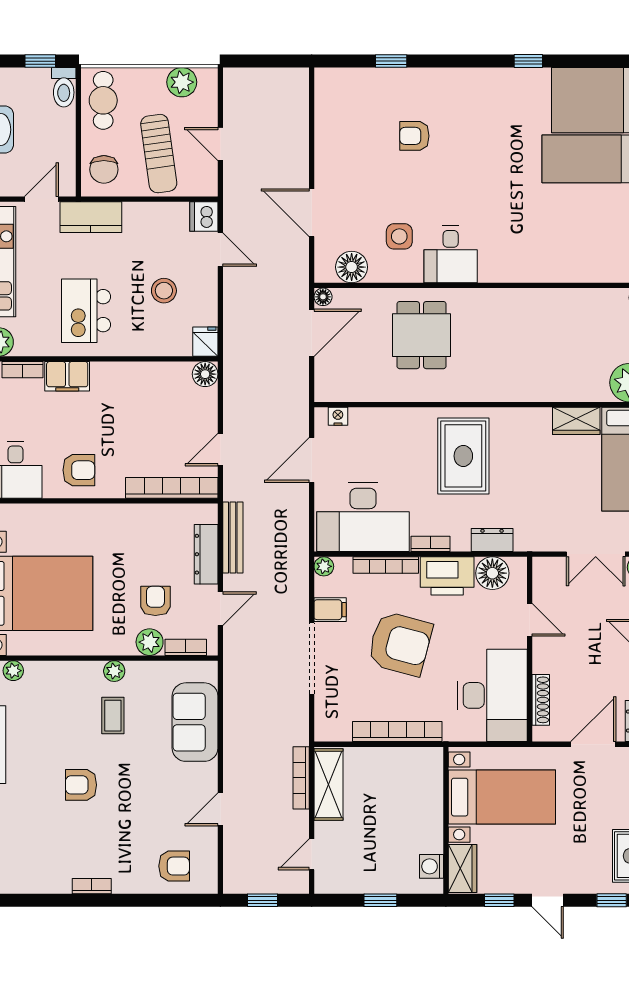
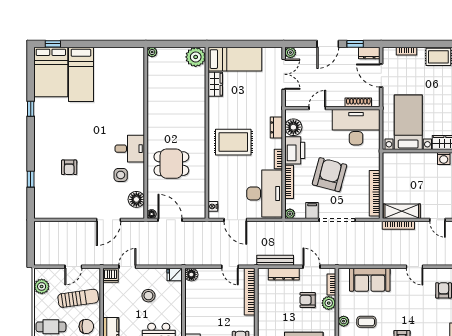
bookcase: (397, 732) -> (375, 193), moved

